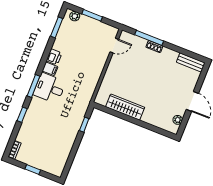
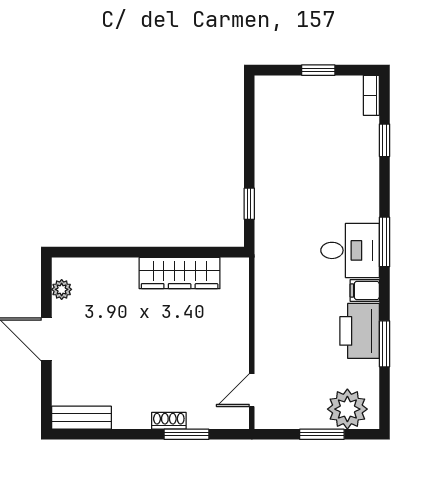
plant: (75, 16) -> (347, 409), width x1.88, depth x1.88
window: (57, 27) -> (384, 344), moved
window: (149, 38) -> (186, 434), width x0.69
printer: (54, 57) -> (360, 331), width x1.87, depth x1.48
window: (22, 115) -> (384, 140), moved

